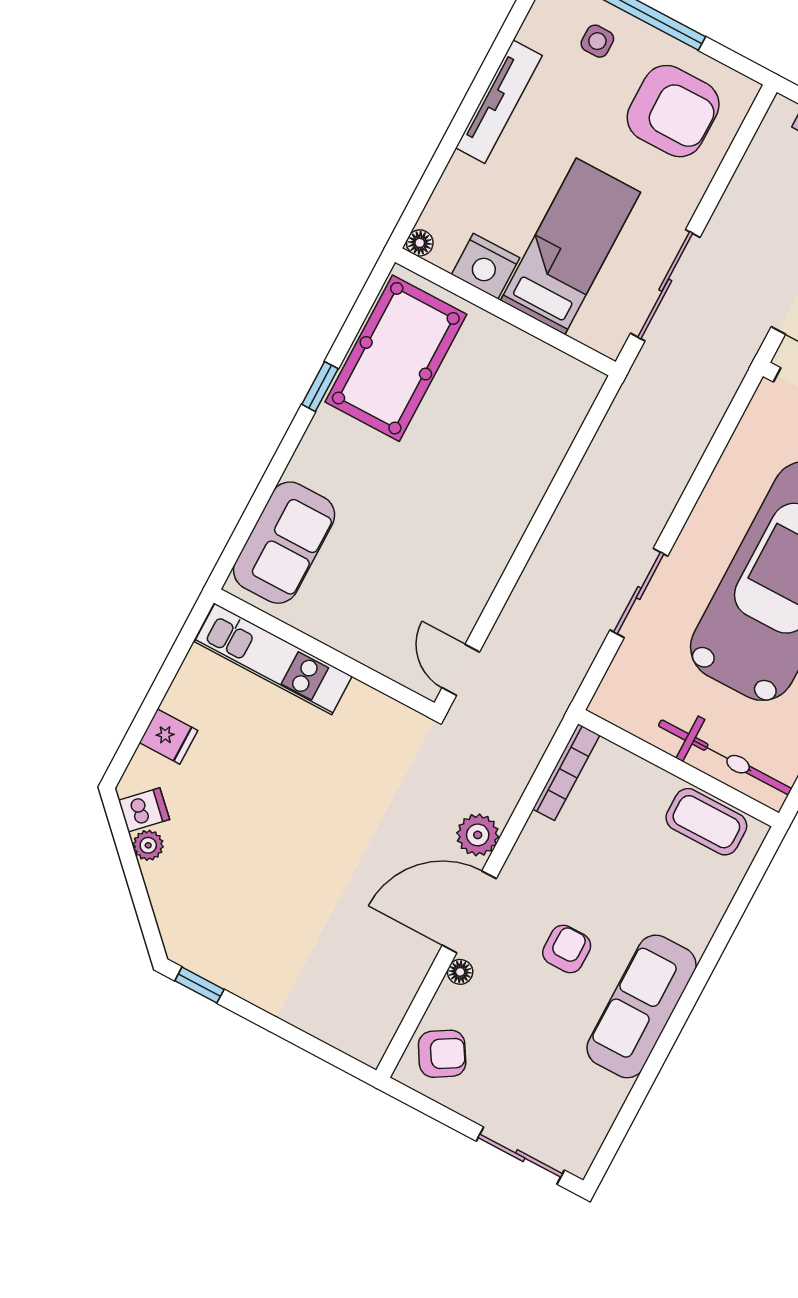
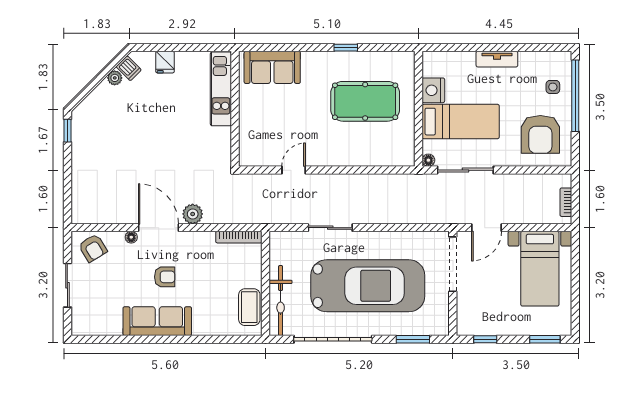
tv unit: (499, 102) -> (497, 59), width x0.71
floor lamp: (420, 243) -> (428, 160), moved
pool table: (396, 358) -> (365, 101), moved
door: (461, 670) -> (294, 170), moved
sliding door: (520, 1156) -> (67, 285), moved

